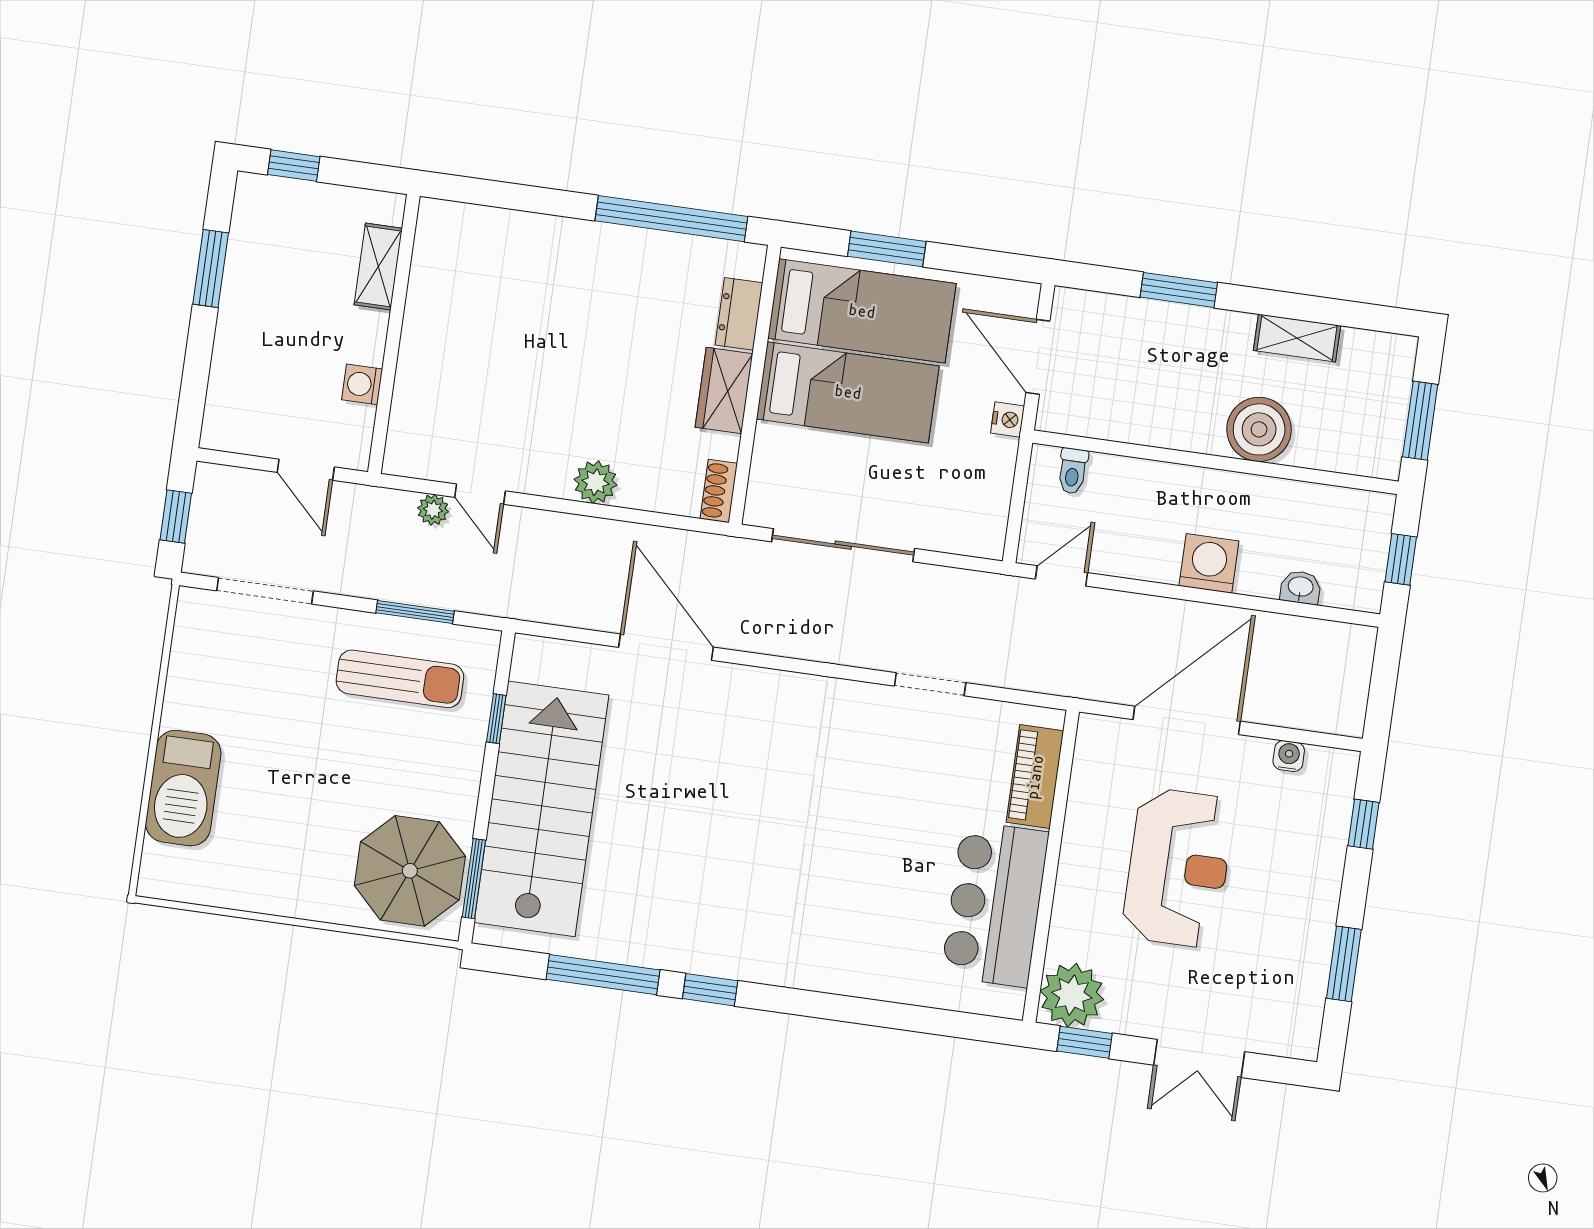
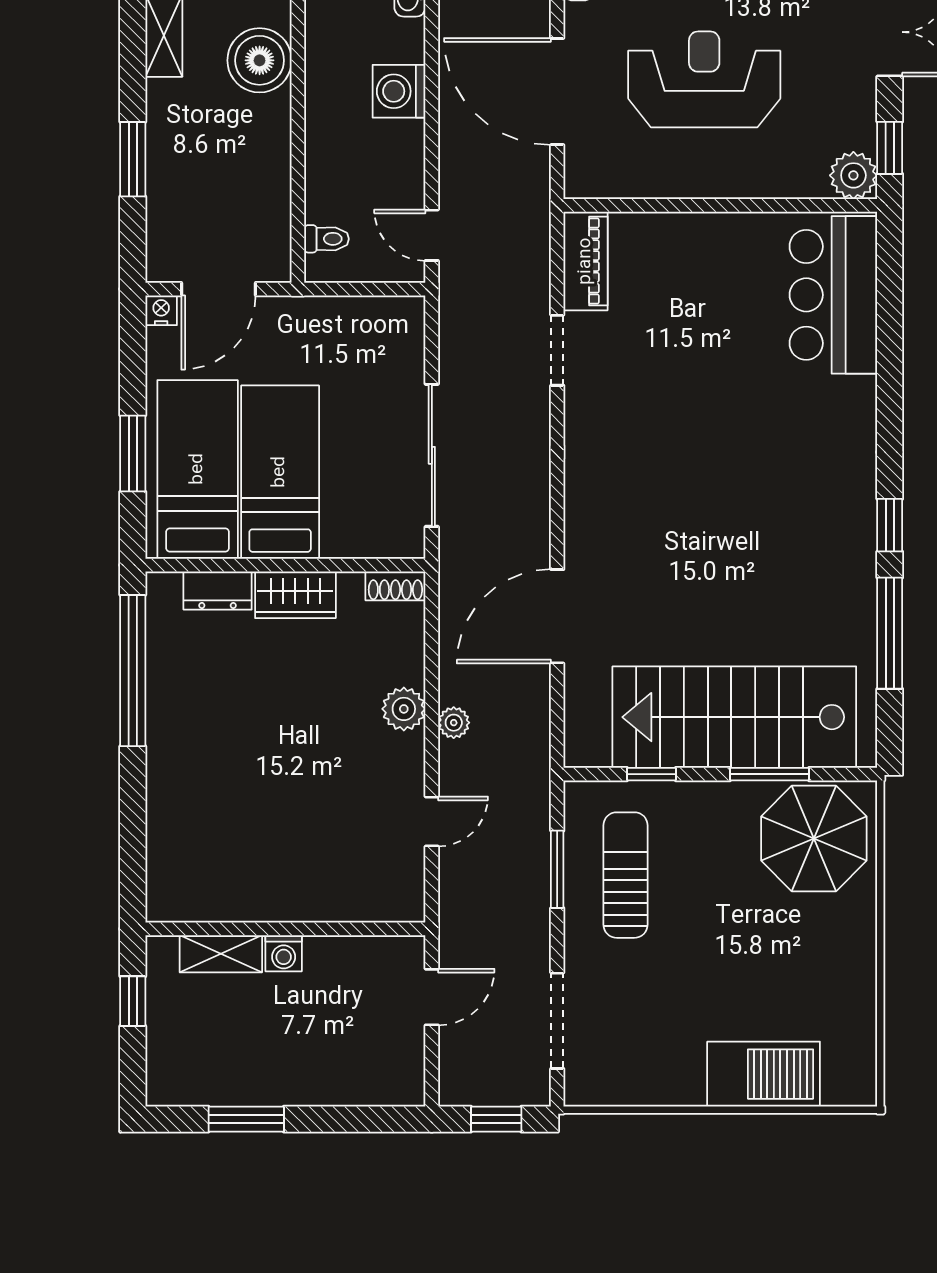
window: (294, 166) -> (133, 1001), moved
washing machine: (362, 384) -> (284, 953), moved
nightstand: (1008, 419) -> (161, 310), moved
plant: (433, 510) -> (454, 723), moved
piano: (1035, 777) -> (586, 261), moved, turned -90
window: (474, 879) -> (769, 774), moved
bar counter: (995, 904) -> (833, 295), moved, turned 90
plant: (1072, 995) -> (853, 175), width x0.73, depth x0.73

